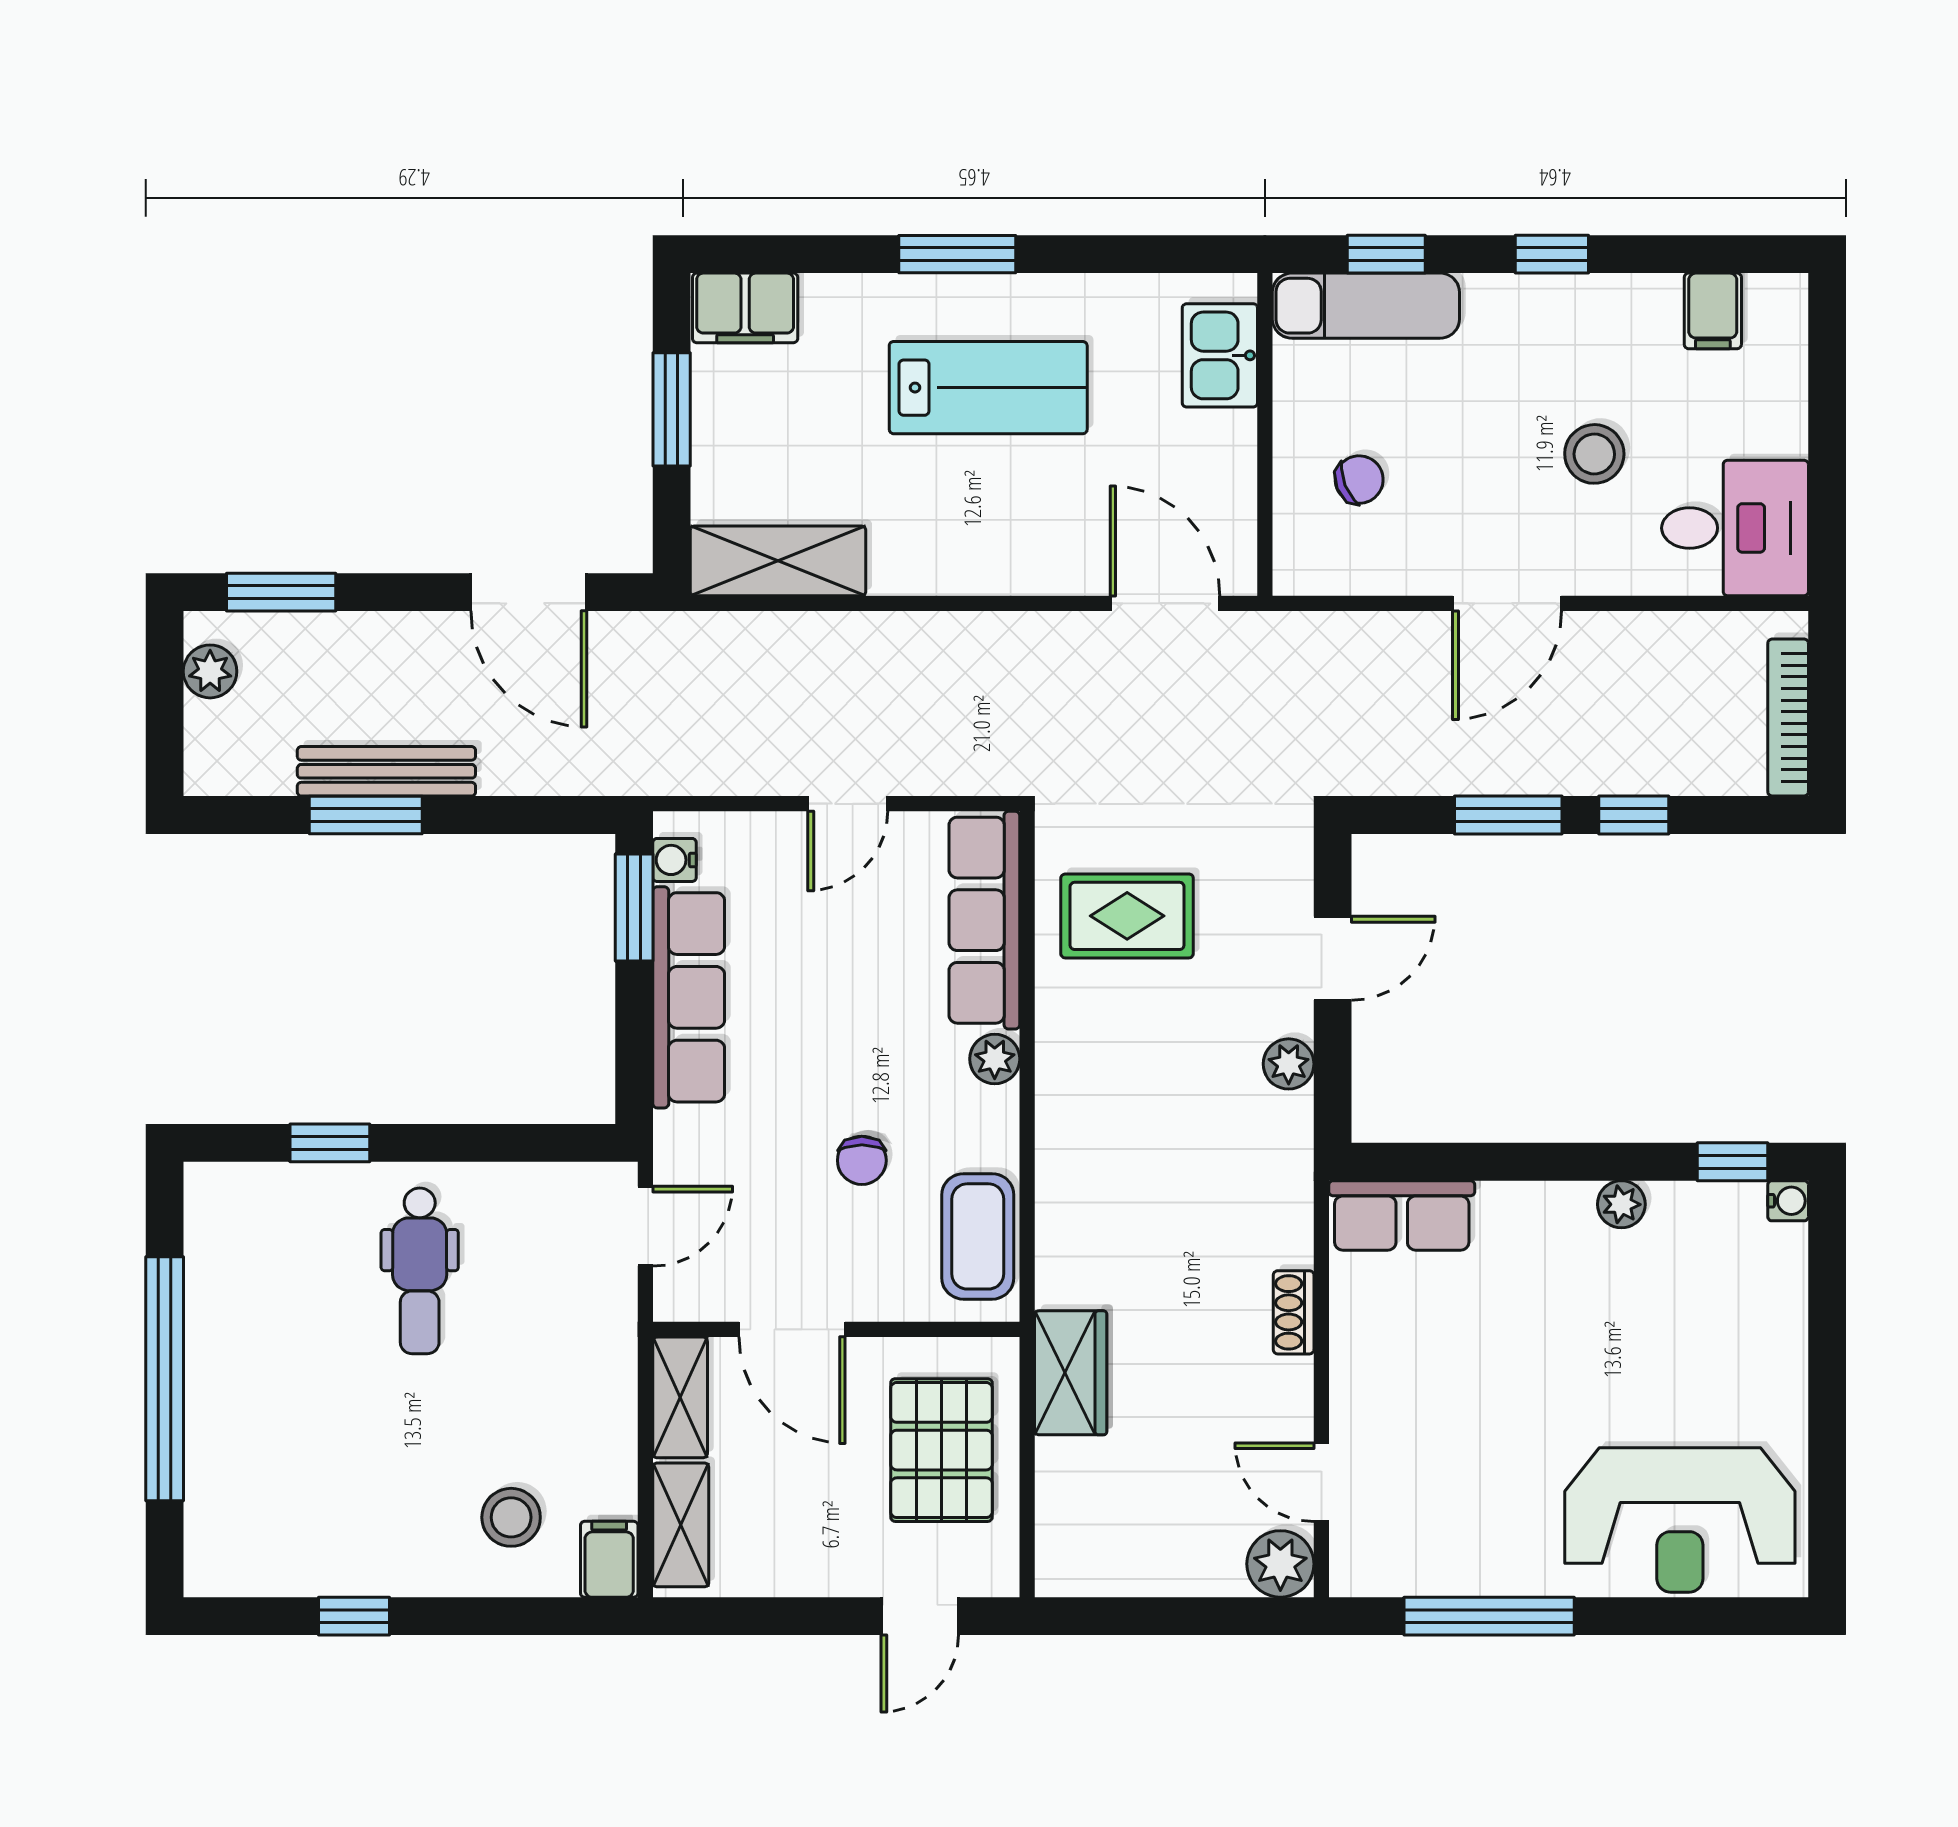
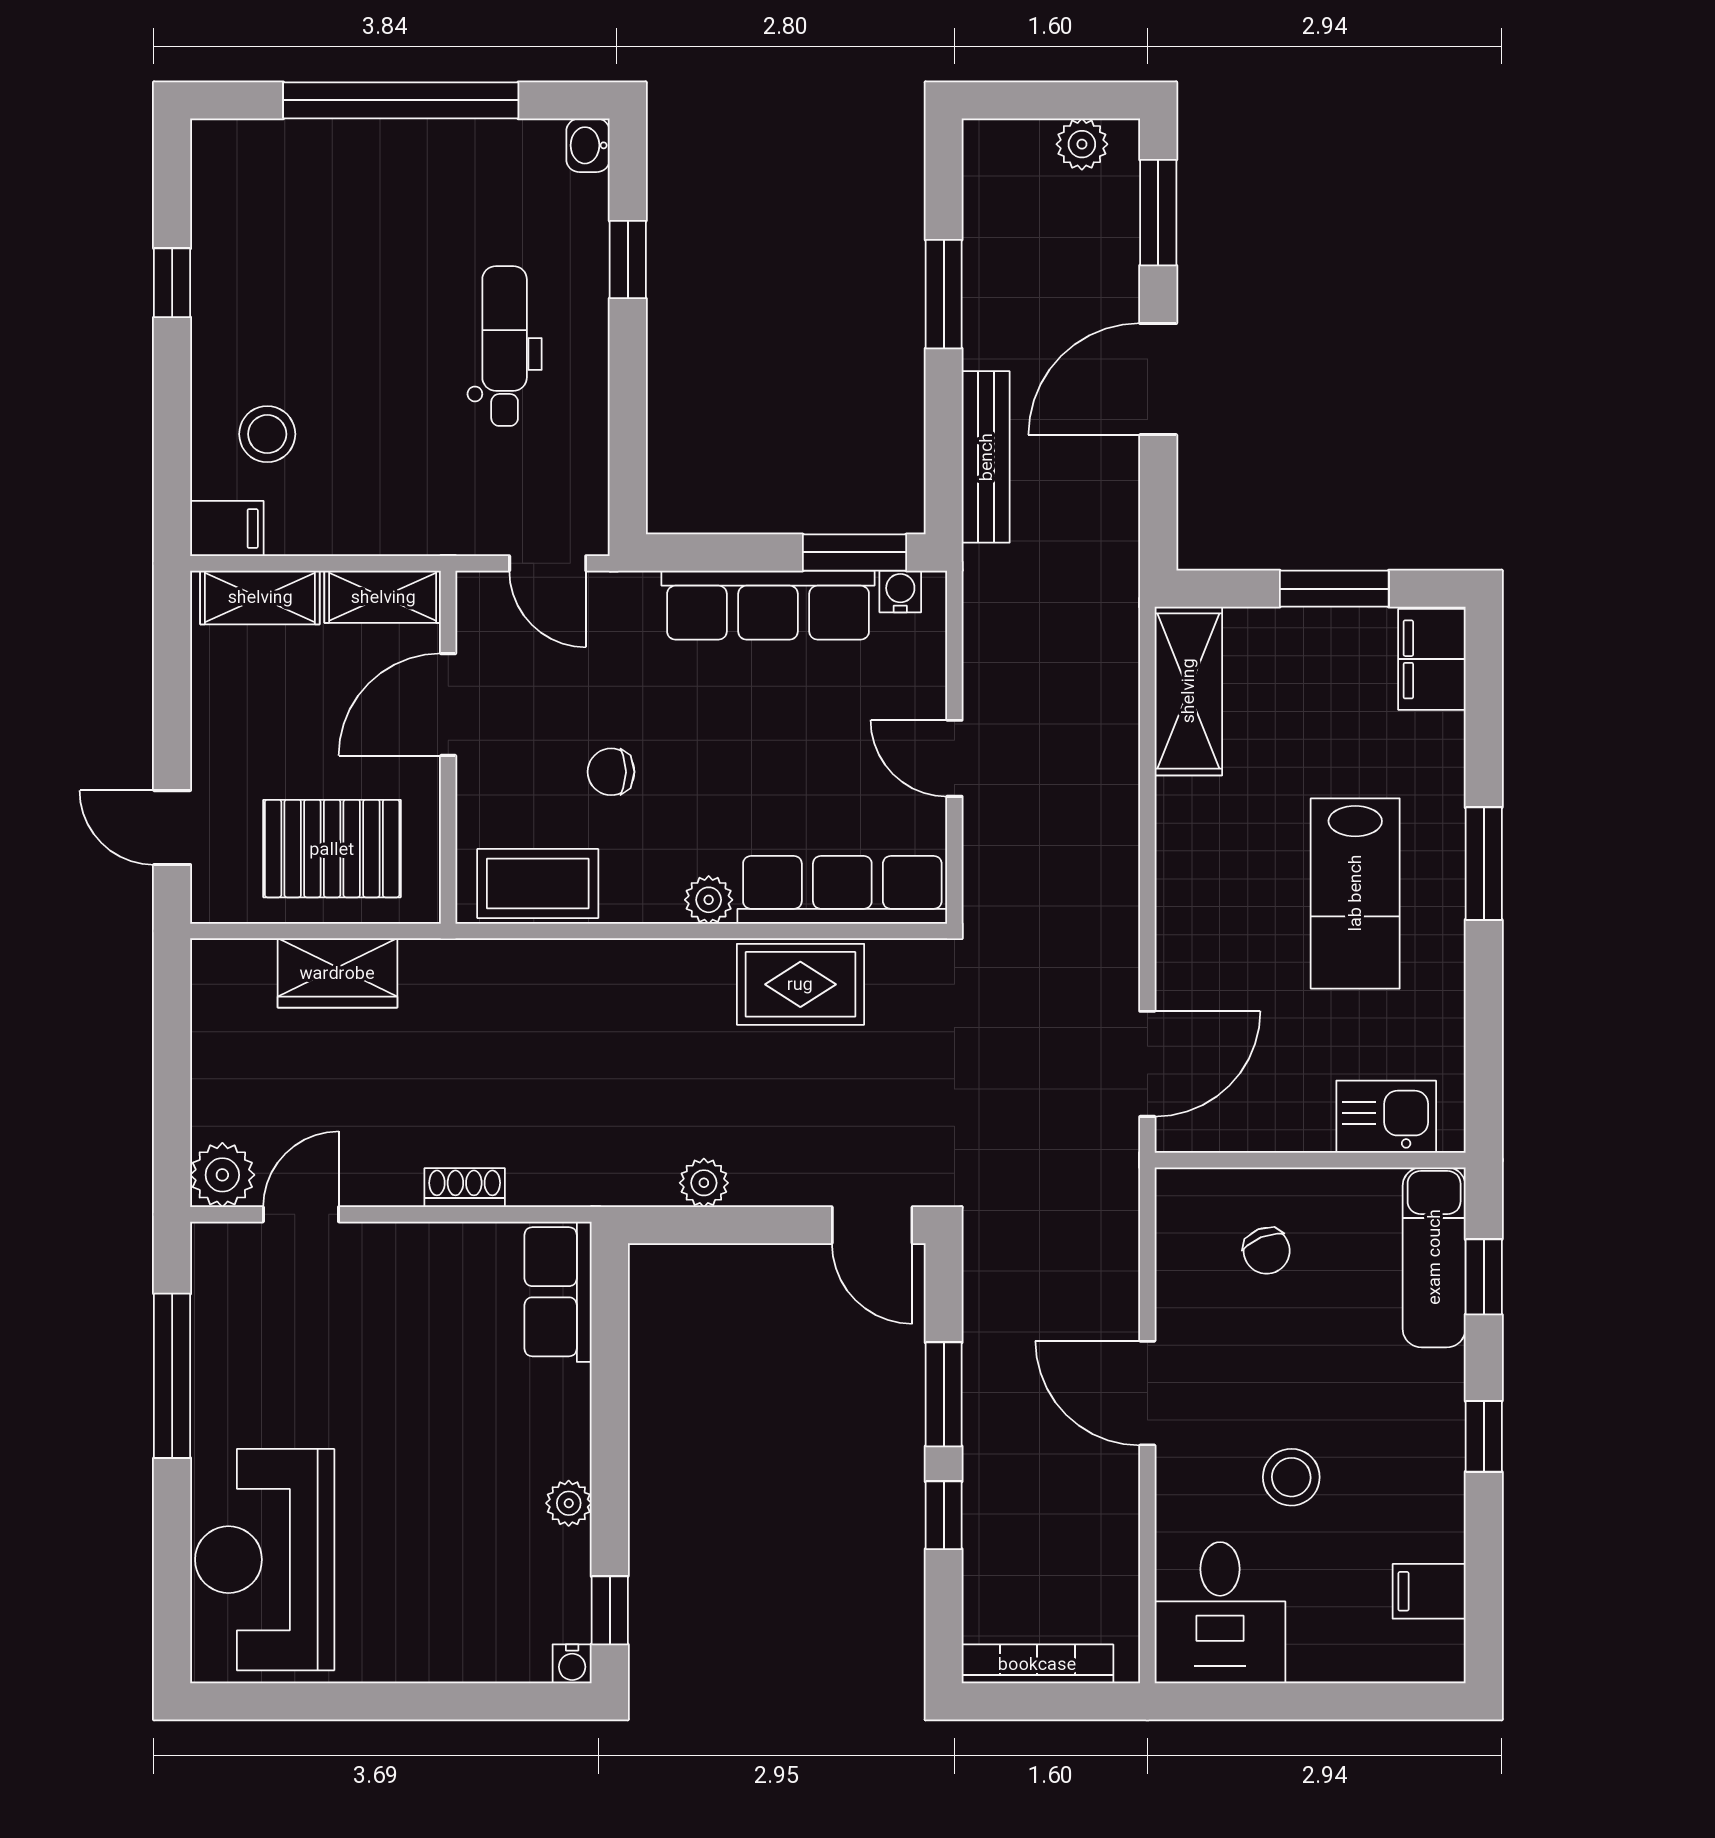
door: (529, 592) -> (1158, 379), moved
bench: (386, 771) -> (986, 457), moved
rug: (1127, 916) -> (800, 984), moved, turned 90
door: (1333, 958) -> (872, 1225), moved
washbasin: (211, 1184) -> (588, 145), added
dental chair: (420, 1271) -> (505, 346), turned 90
wardrobe: (1071, 1373) -> (337, 973), moved

